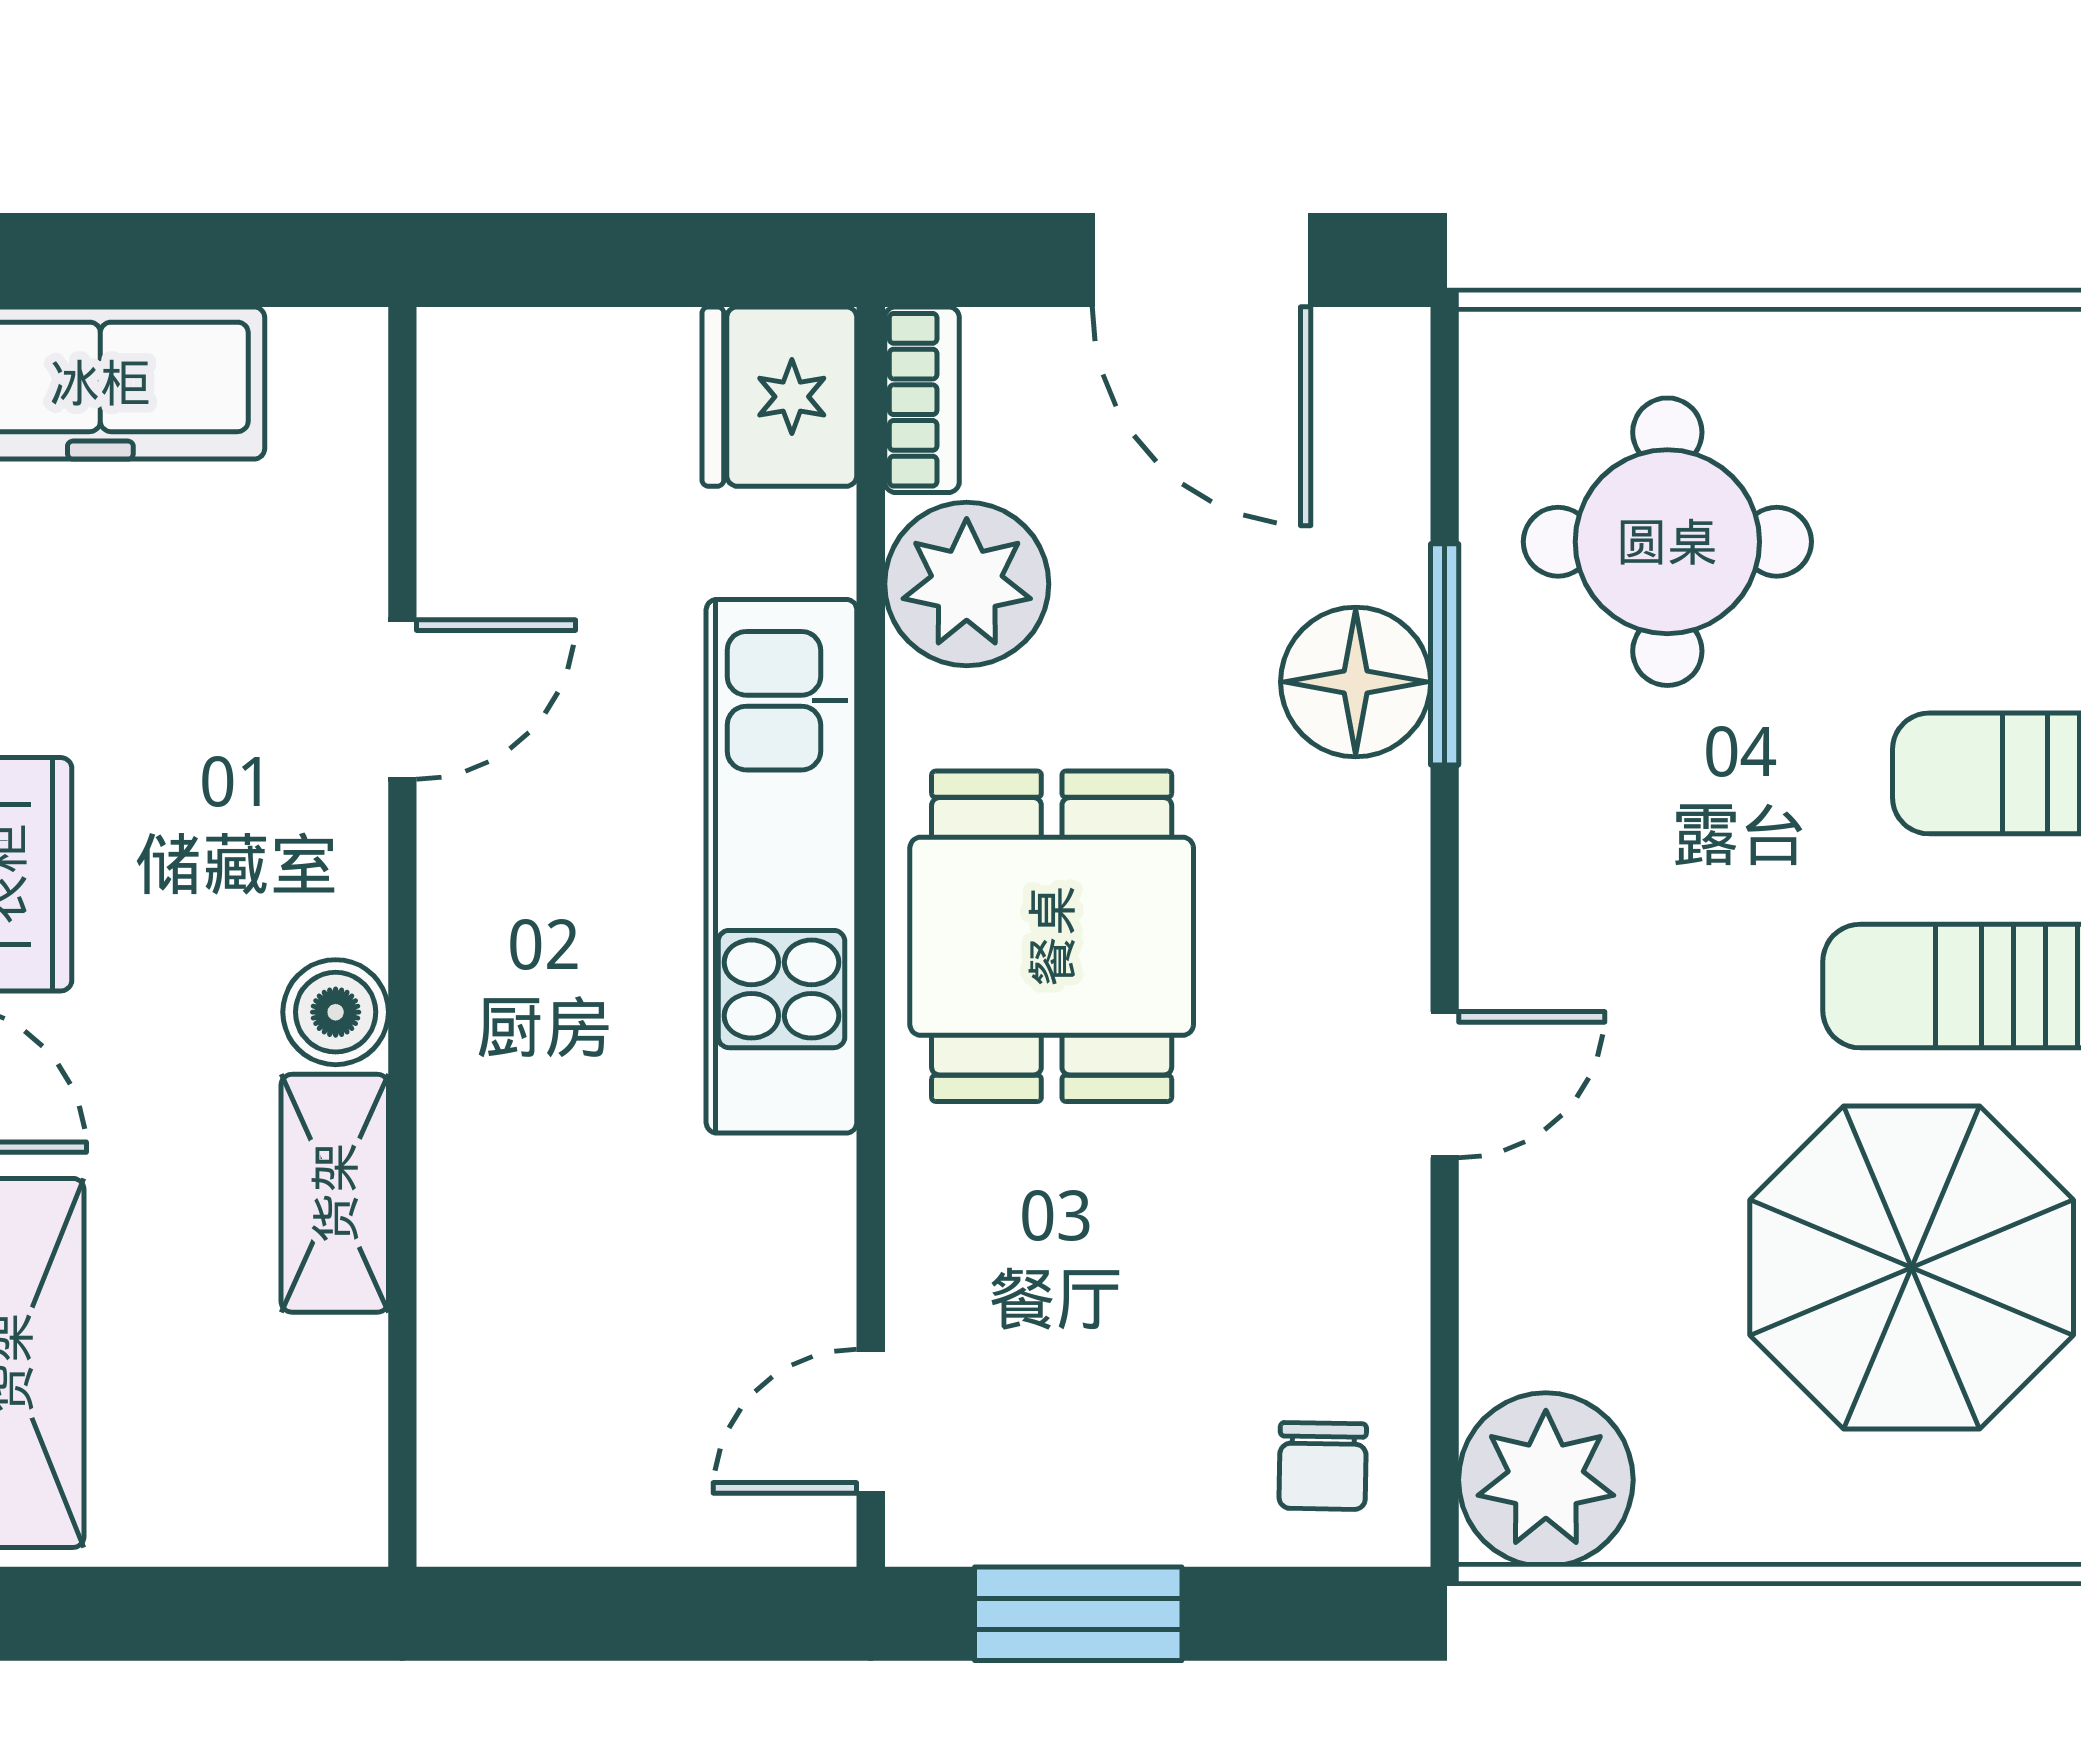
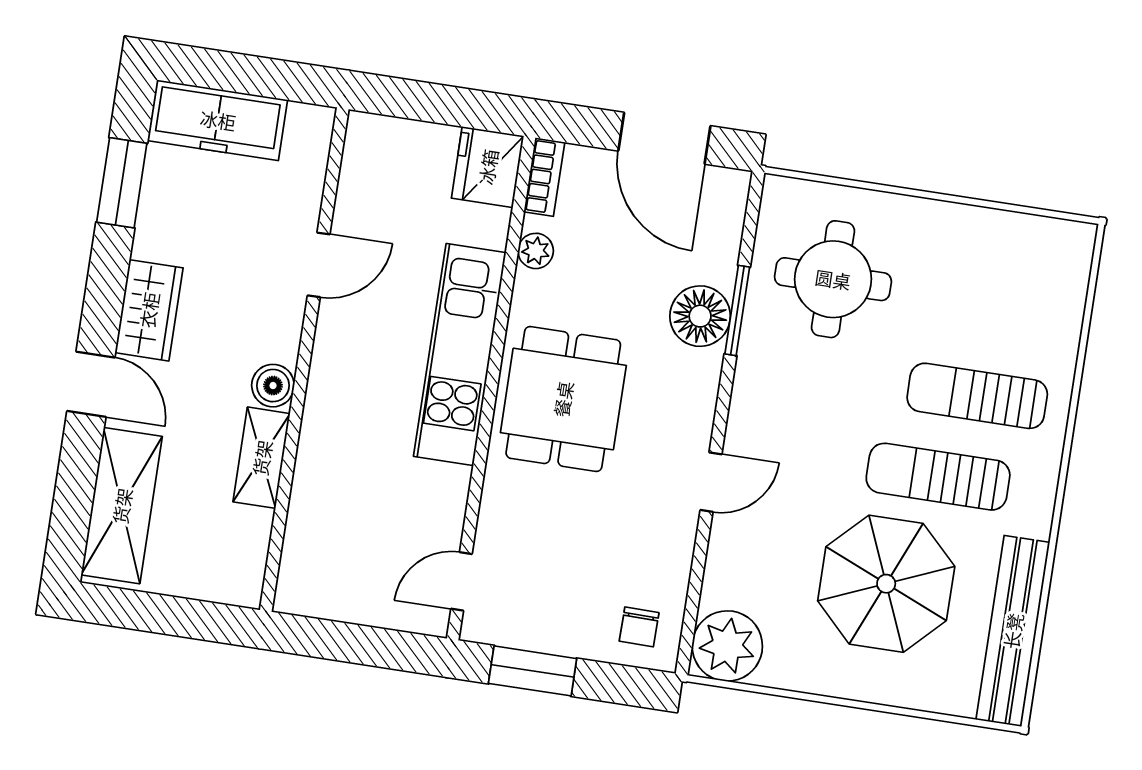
plant: (967, 584) -> (536, 251), width x0.53, depth x0.53

